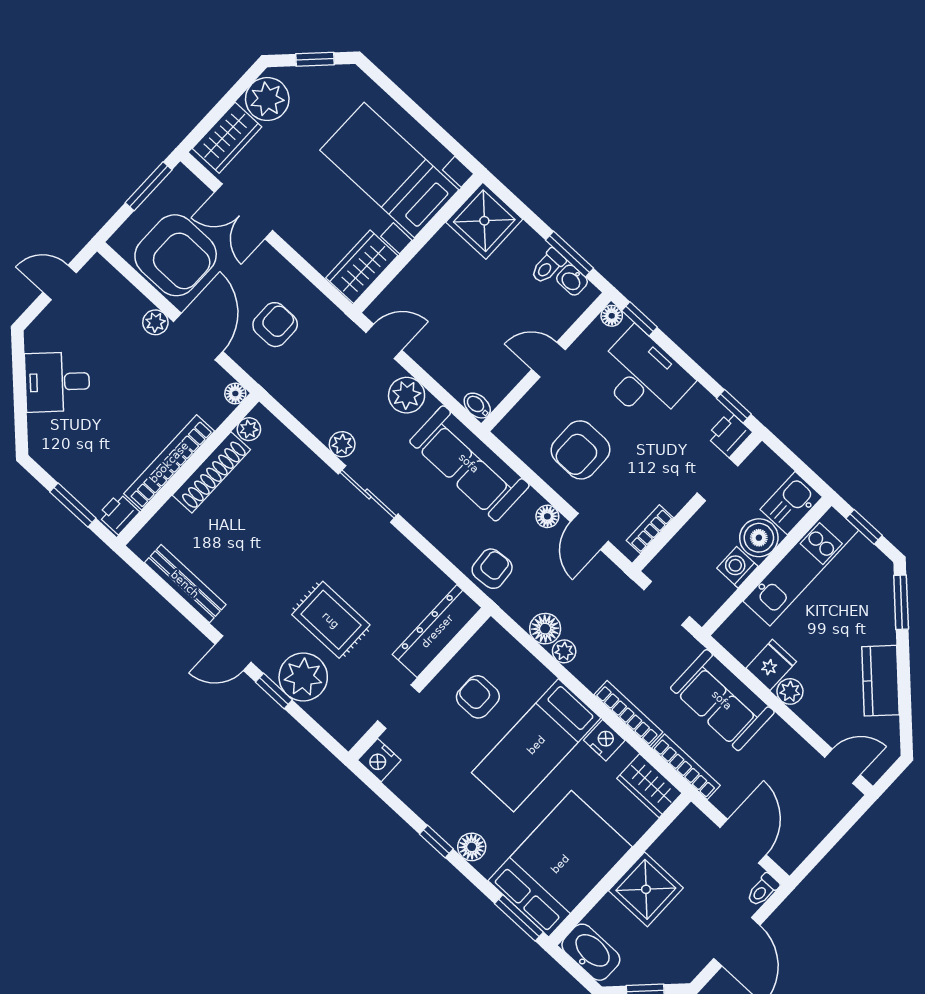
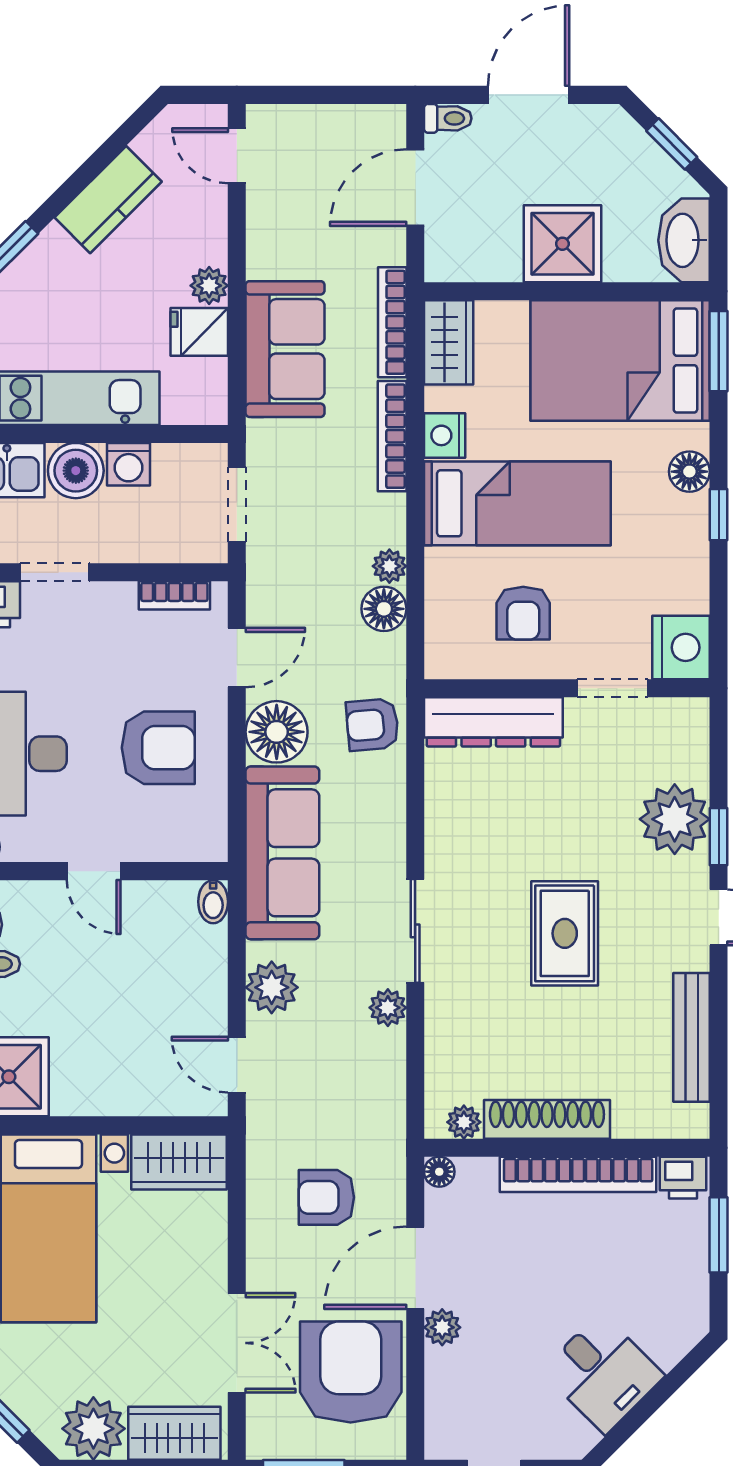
floor lamp: (547, 516) -> (277, 732), width x1.89, depth x1.89
rug: (331, 620) -> (565, 933), moved
nightstand: (379, 760) -> (681, 647), width x1.36, depth x1.33

